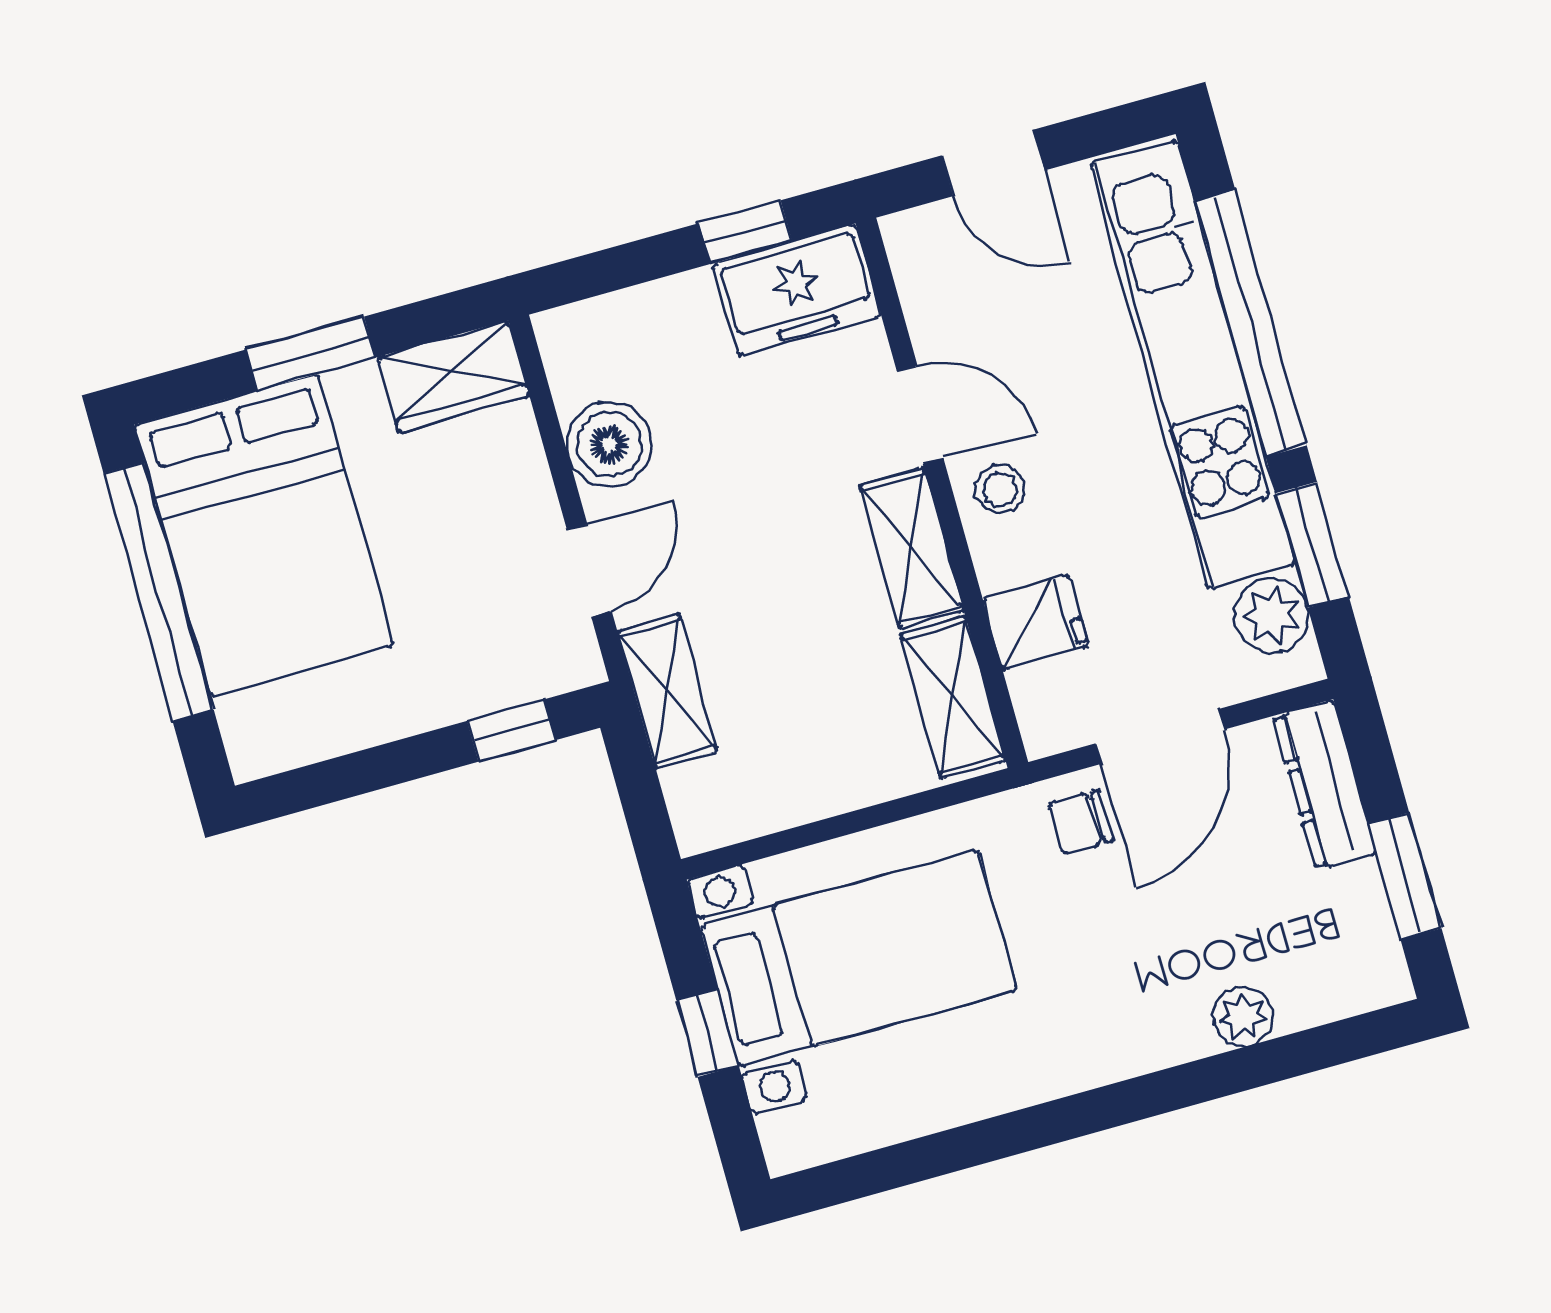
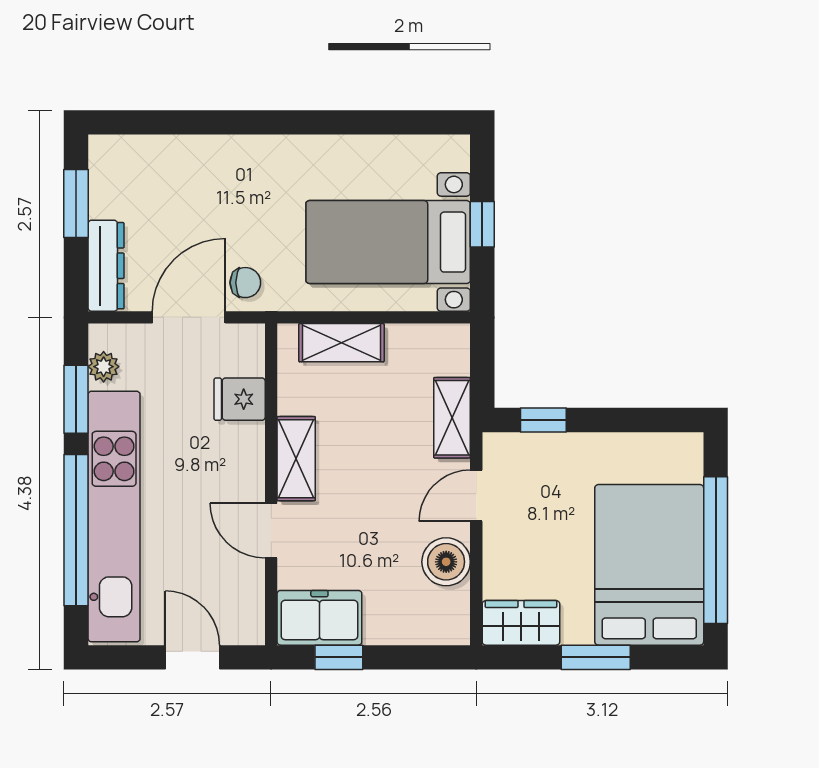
stool: (1000, 489) -> (239, 477), removed
plant: (1271, 616) -> (104, 367), width x0.73, depth x0.73
shelving: (953, 697) -> (341, 343), moved, turned 90
plant: (1243, 1016) -> (186, 151), removed

